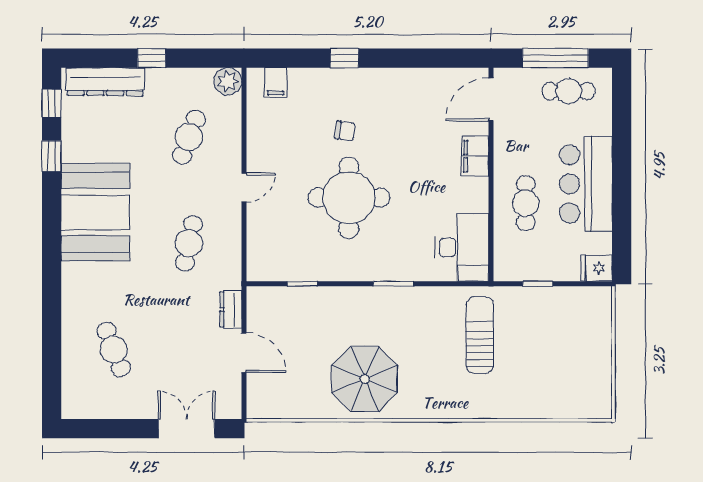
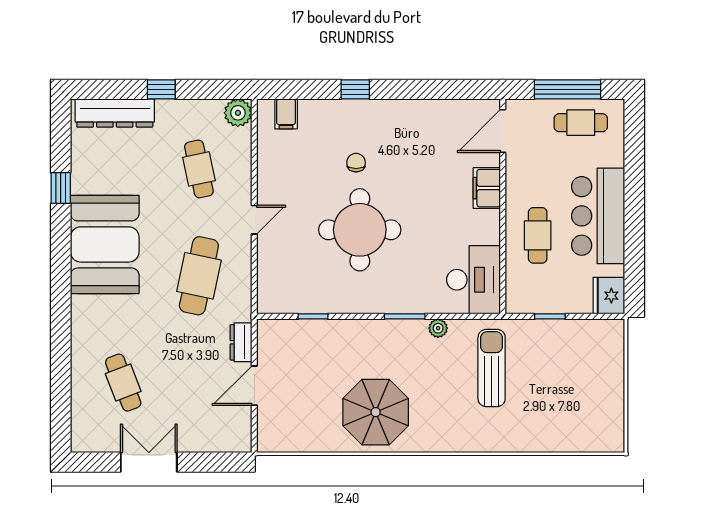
window: (52, 103) -> (61, 135), removed
chair: (345, 131) -> (356, 163), turned -98
cafe table: (189, 137) -> (199, 169), turned -33
cafe table: (189, 243) -> (199, 276), width x1.37, depth x1.35
fridge: (597, 268) -> (609, 296), width x1.38
plant: (427, 295) -> (438, 328), added
door: (244, 353) -> (254, 386), swing flipped
double door: (187, 429) -> (149, 462), moved

